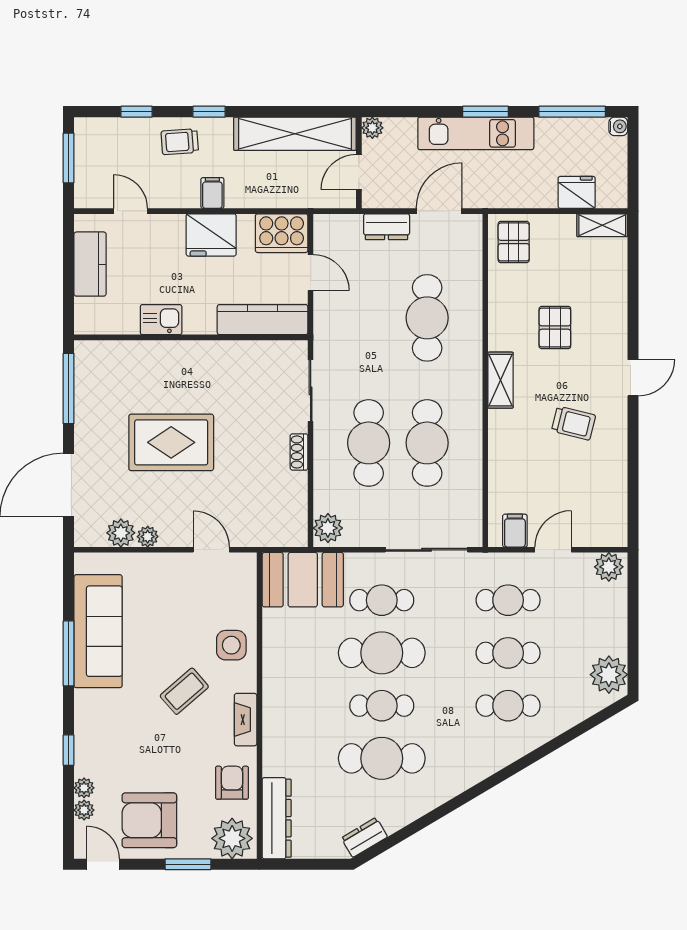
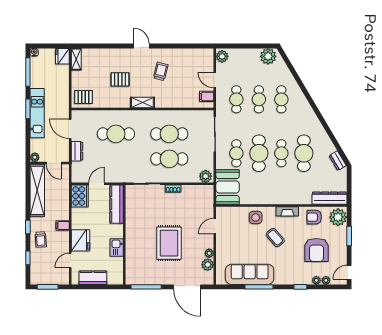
fridge: (577, 192) -> (62, 56), moved
fridge: (211, 235) -> (80, 240), moved
armchair: (149, 820) -> (316, 250), moved

